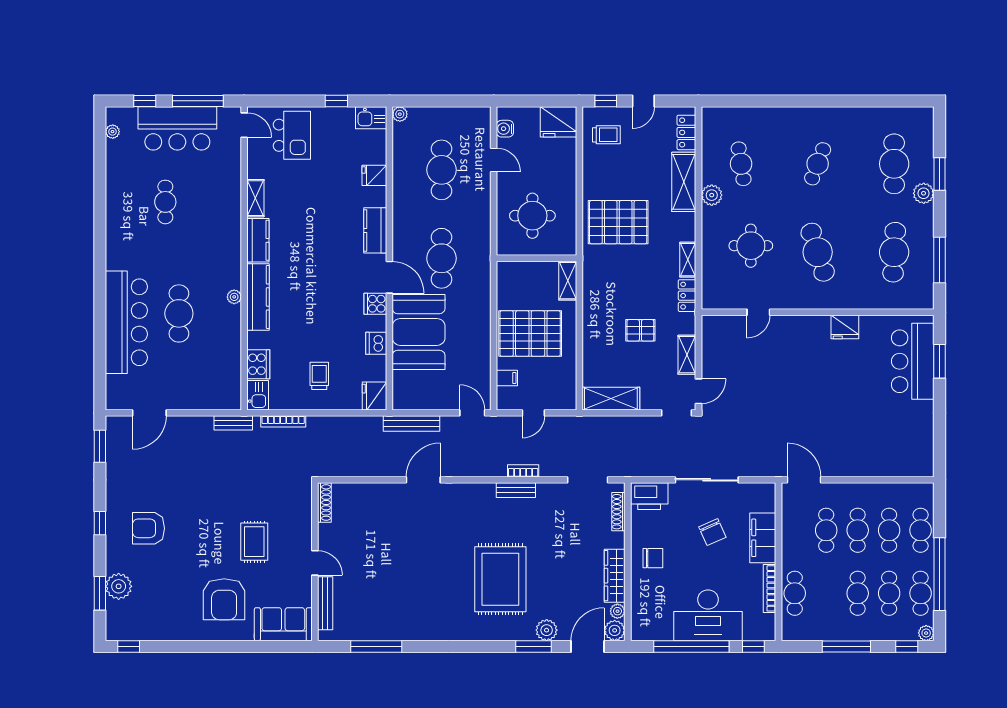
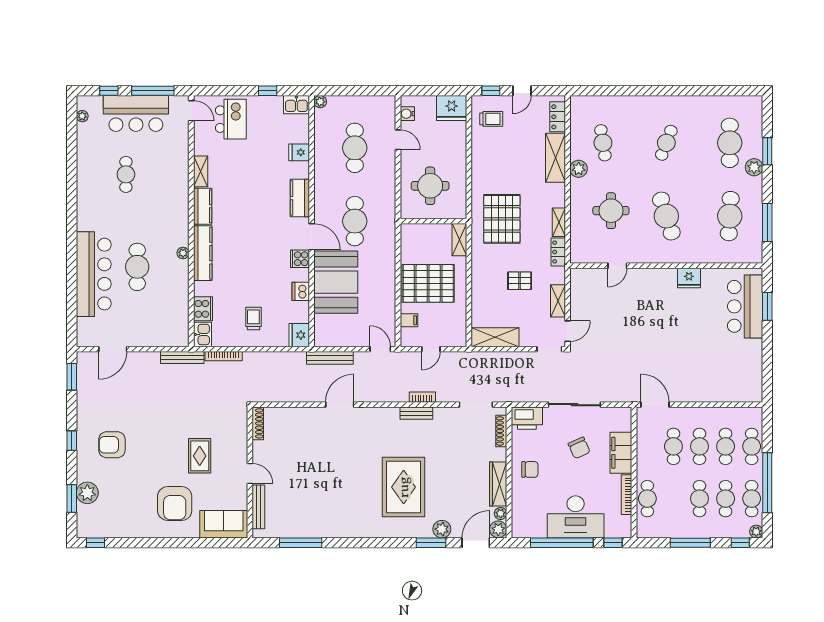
pallet: (618, 222) -> (502, 219), moved, turned 90
bench: (233, 423) -> (182, 357), width x1.36

